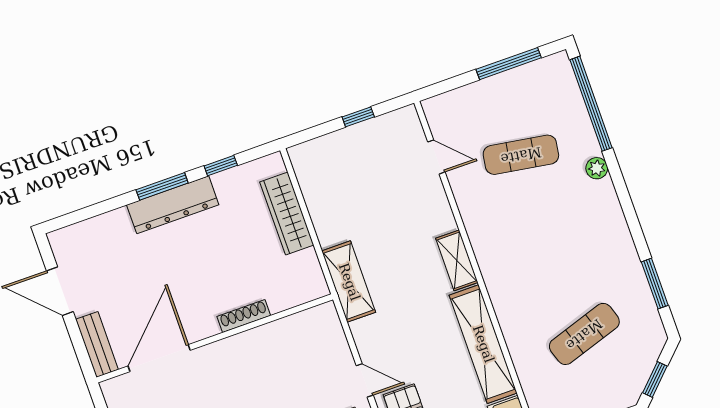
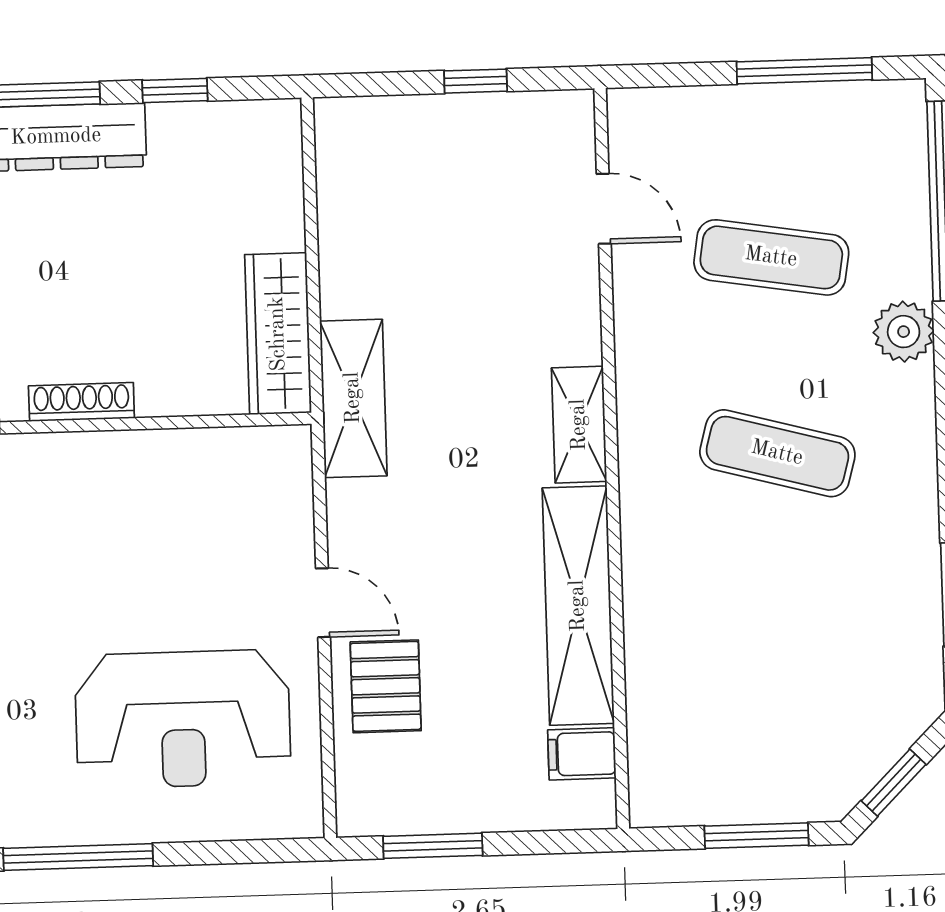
plant: (597, 168) -> (904, 332), width x1.38, depth x1.38
wardrobe: (287, 214) -> (278, 334), moved
shoe rack: (244, 316) -> (81, 402), moved
exercise mat: (584, 334) -> (777, 453), moved, turned 33

